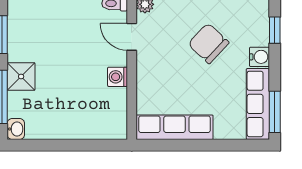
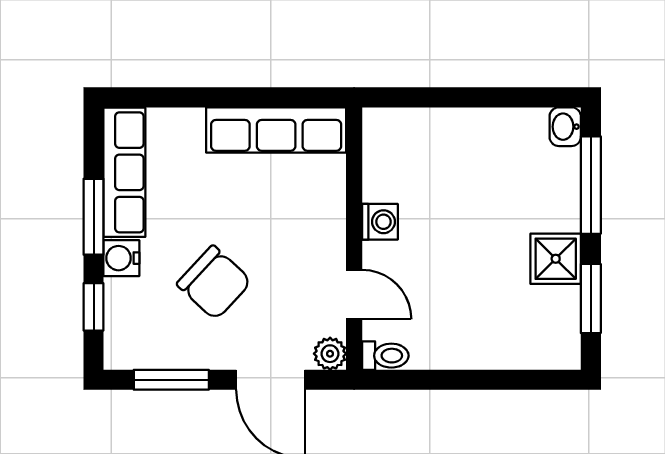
shower: (21, 77) -> (556, 259), moved
window: (275, 112) -> (94, 217), moved

